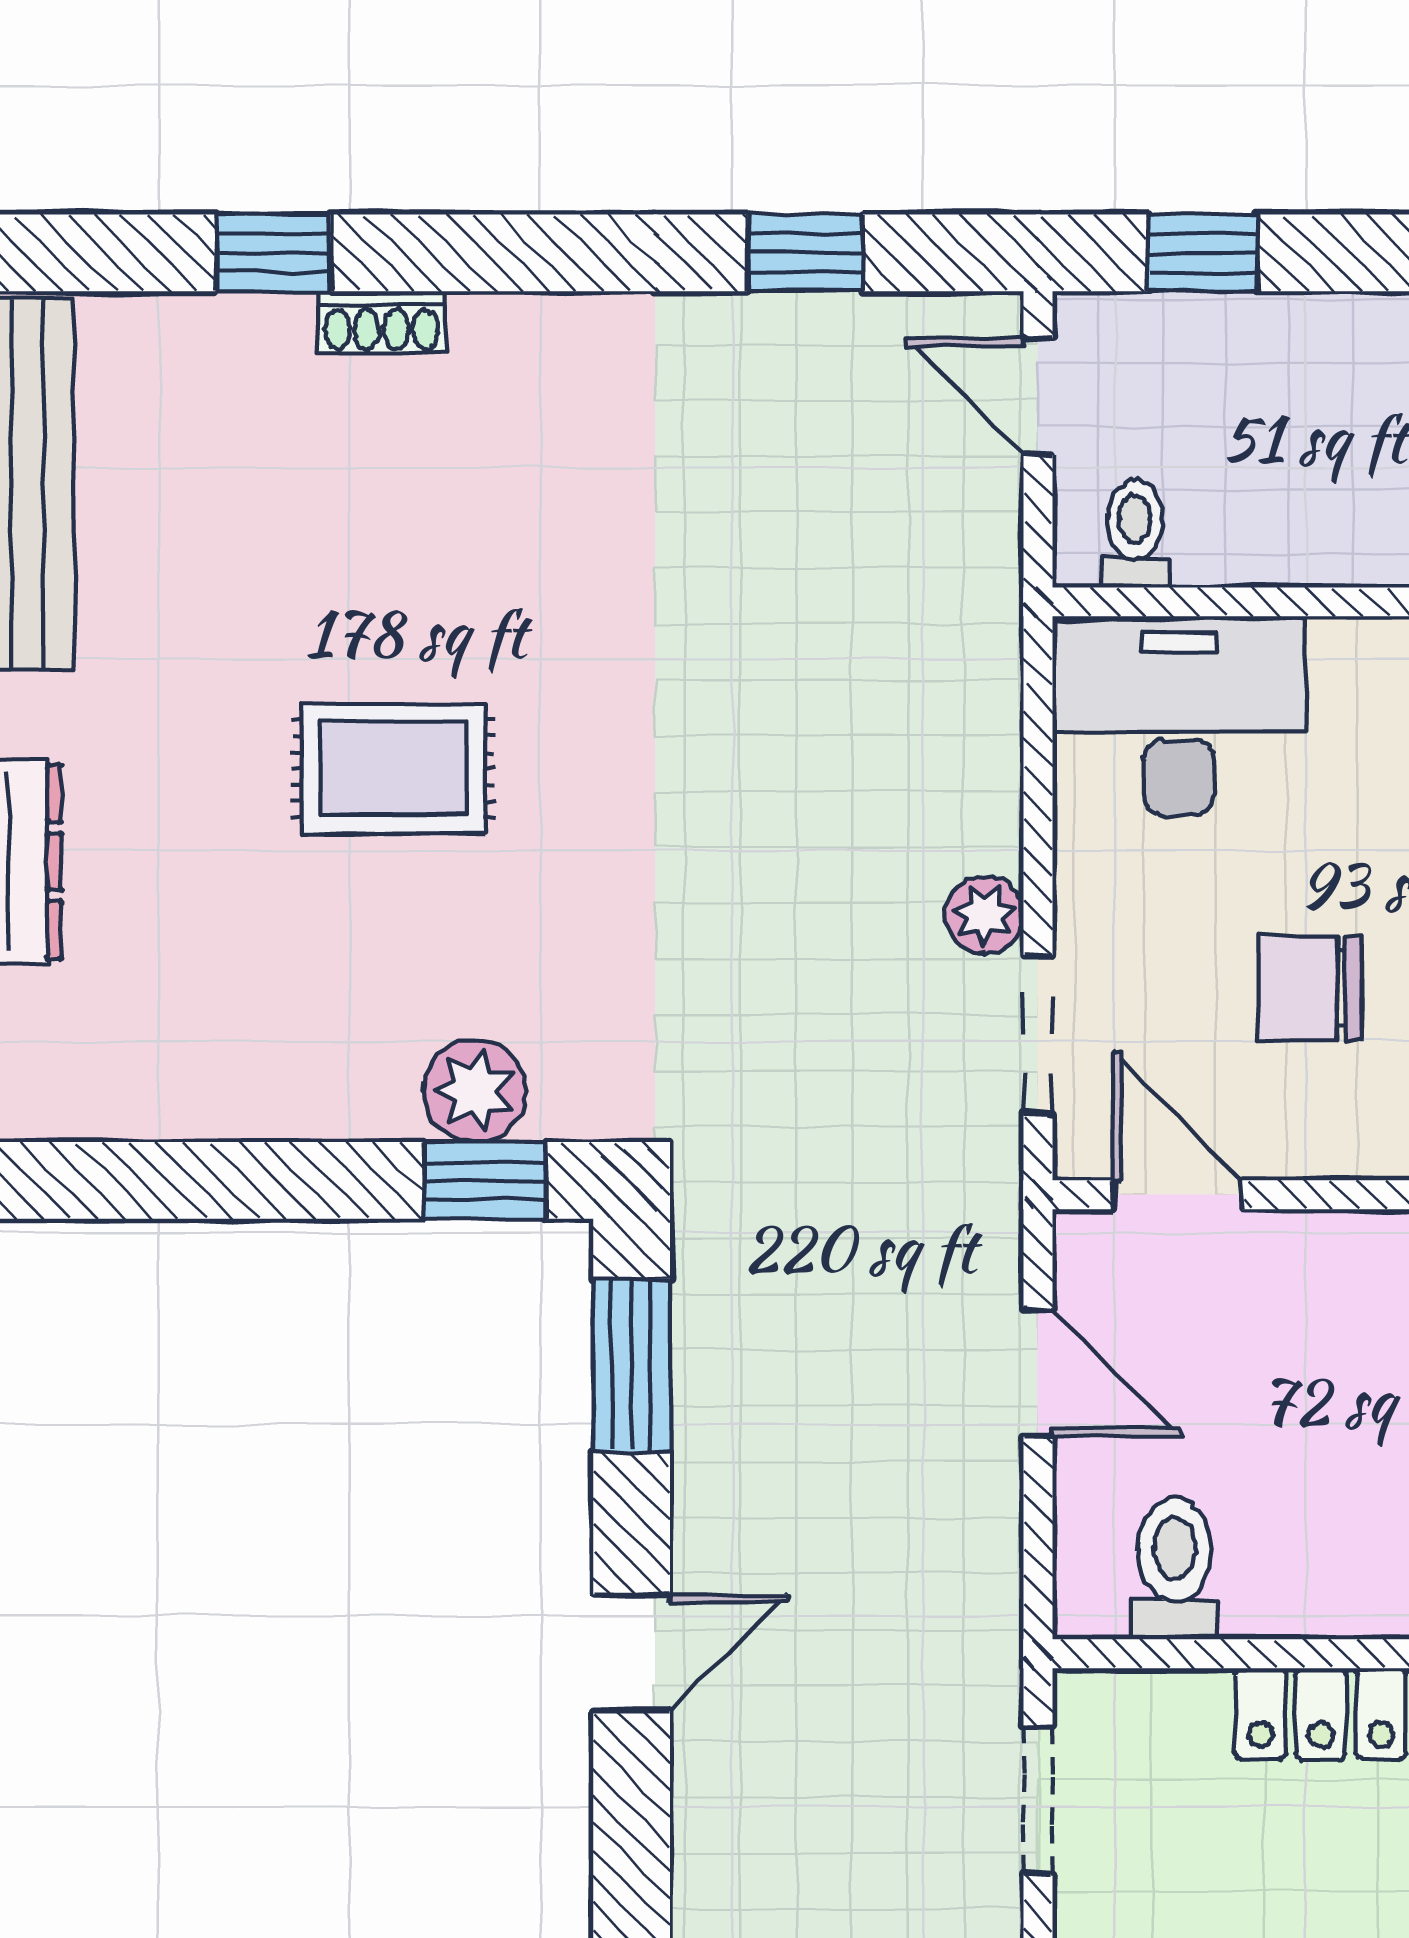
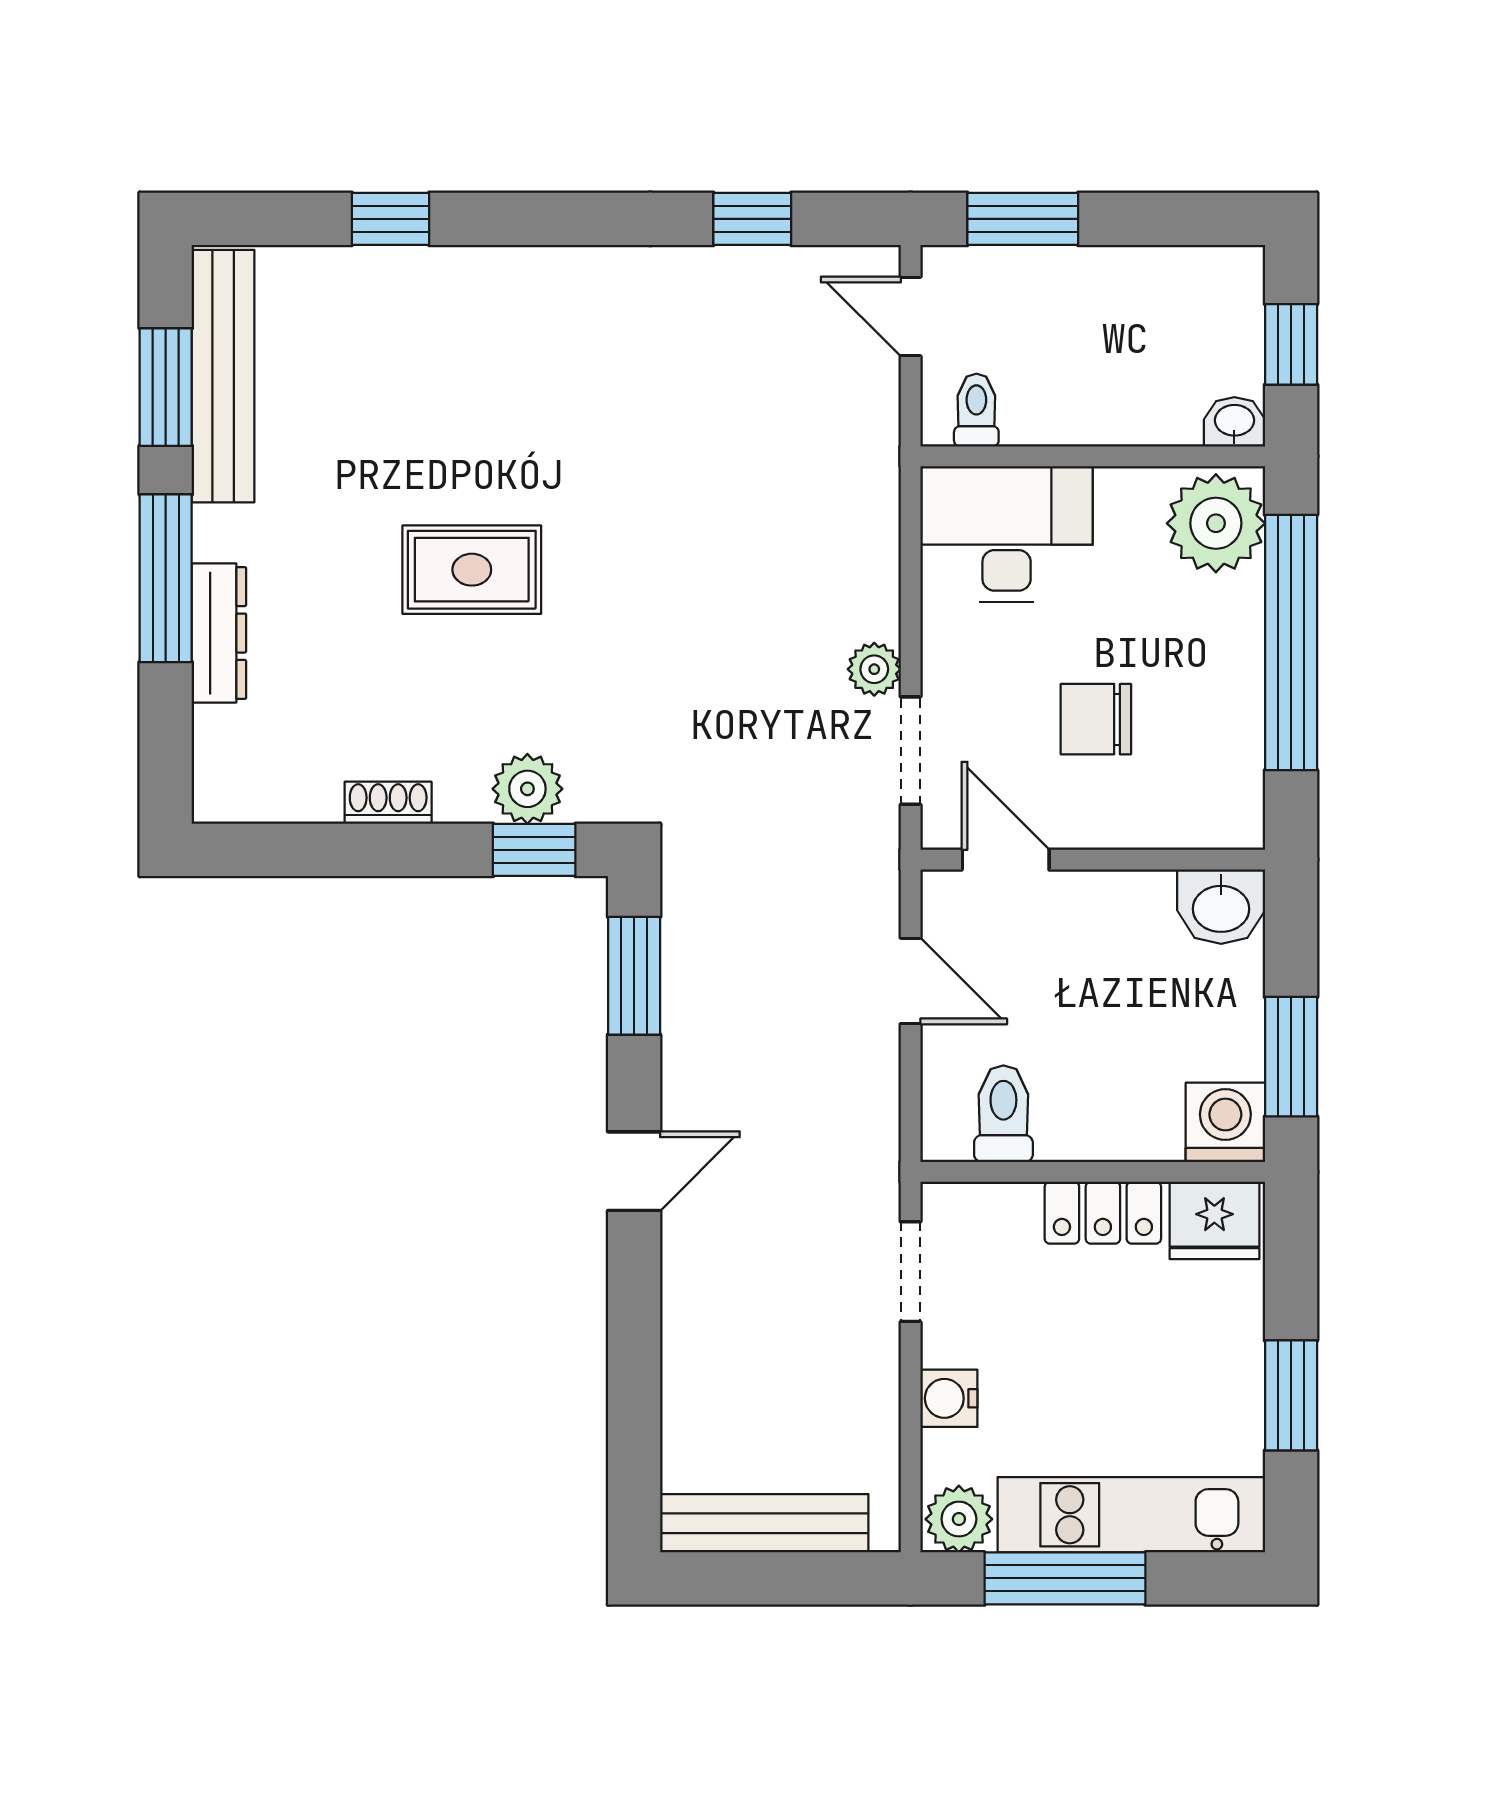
window: (1203, 253) -> (1023, 219), width x1.50
shoe rack: (382, 322) -> (388, 803), moved, turned 180

